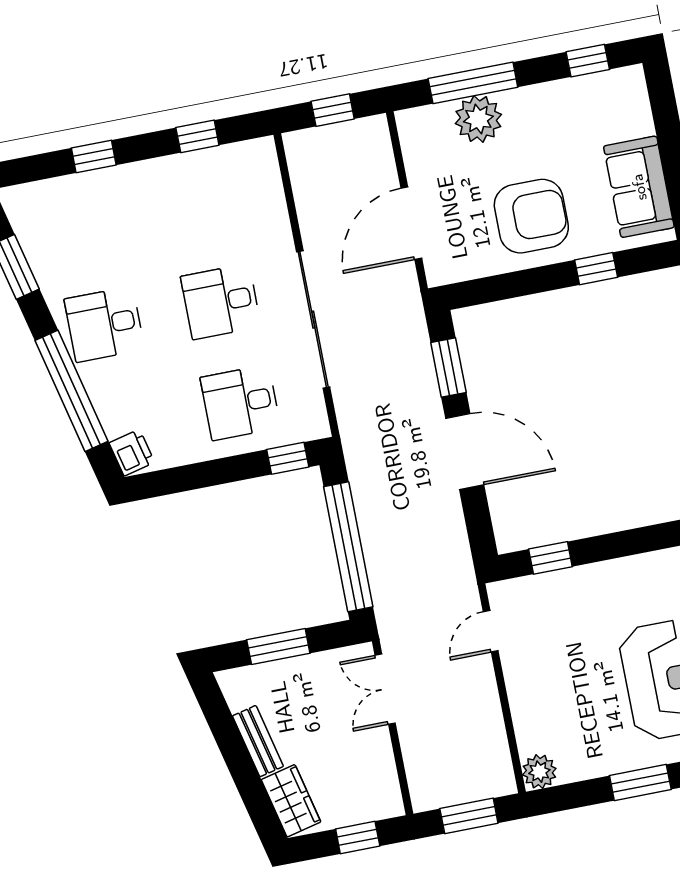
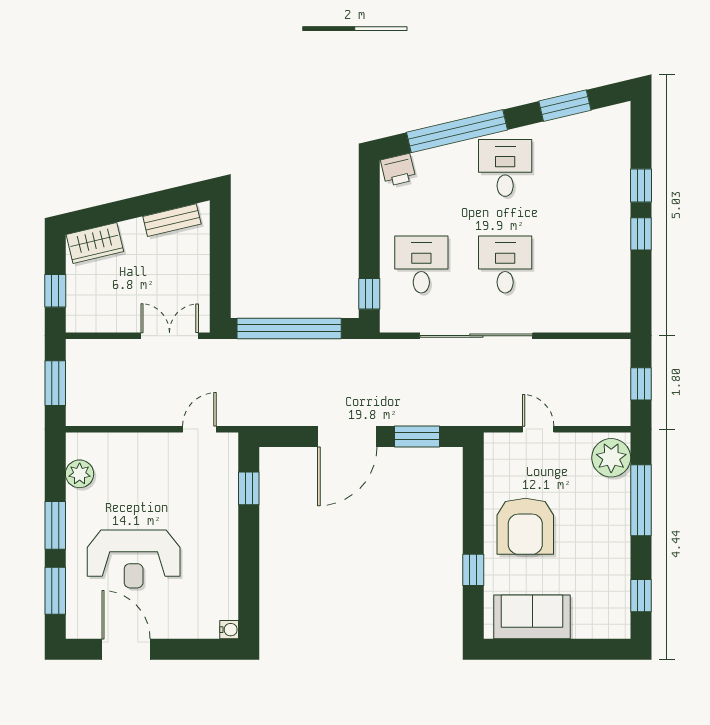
plant: (478, 119) -> (611, 458), moved
window: (197, 136) -> (641, 234), moved
door: (411, 223) -> (538, 429), width x0.53
door: (491, 631) -> (199, 429), hinge flipped
window: (278, 646) -> (220, 257), removed
bench: (258, 741) -> (172, 220), moved
plant: (539, 772) -> (80, 474), moved

